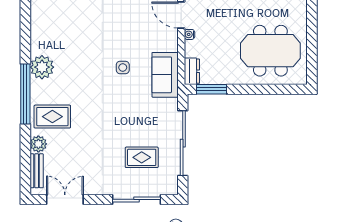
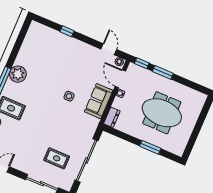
meeting table: (270, 51) -> (162, 113), moved
sofa: (165, 75) -> (99, 101), moved
window: (212, 89) -> (150, 147), moved

